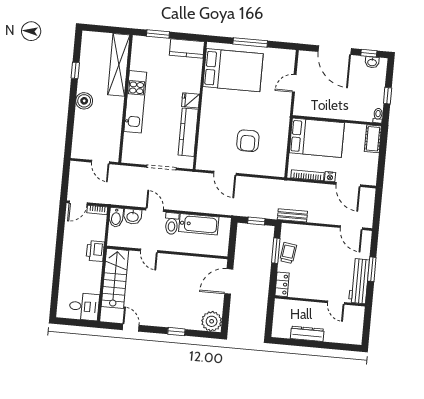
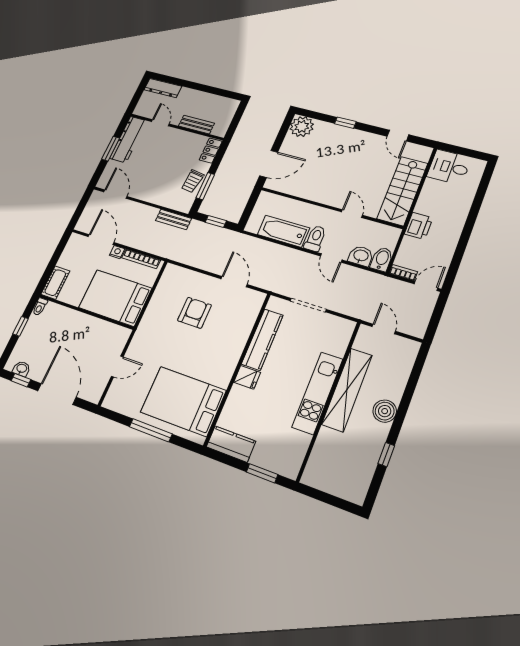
shelving: (119, 65) -> (347, 390), moved
bench: (303, 307) -> (196, 125), added
dresser: (307, 334) -> (163, 88), moved

